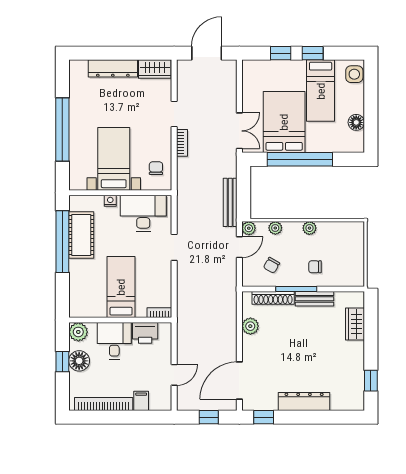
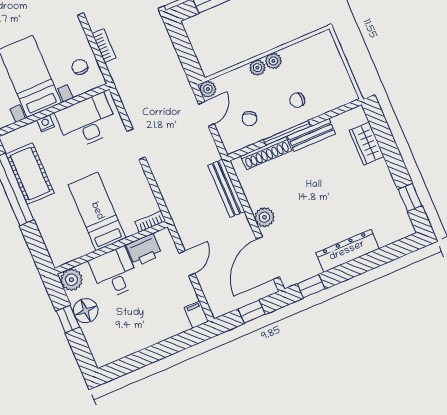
bookcase: (182, 143) -> (104, 46), moved
bench: (230, 202) -> (226, 188), moved
plant: (275, 228) -> (257, 68), moved
plant: (250, 326) -> (264, 217), moved
door: (174, 375) -> (187, 263), moved
filing cabinet: (141, 401) -> (196, 315), moved
bookcase: (104, 404) -> (132, 346), removed

